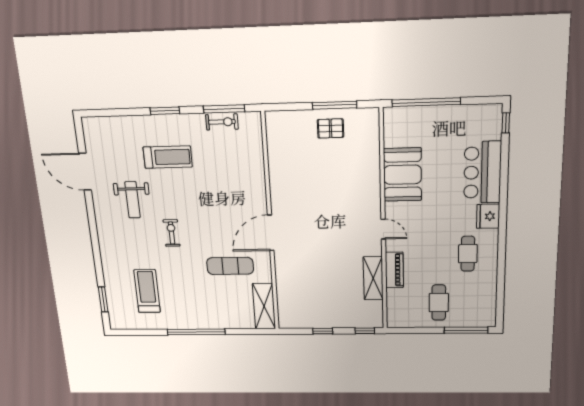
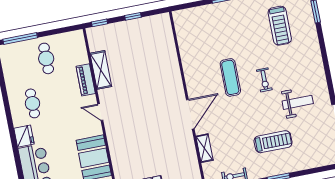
treadmill: (168, 157) -> (273, 142), turned 180
weight bench: (132, 200) -> (298, 102), turned 90
door: (271, 233) -> (190, 114), moved
exercise mat: (230, 266) -> (230, 77), moved, turned 90
shelving: (264, 306) -> (204, 148), moved, width x0.67, depth x0.75

